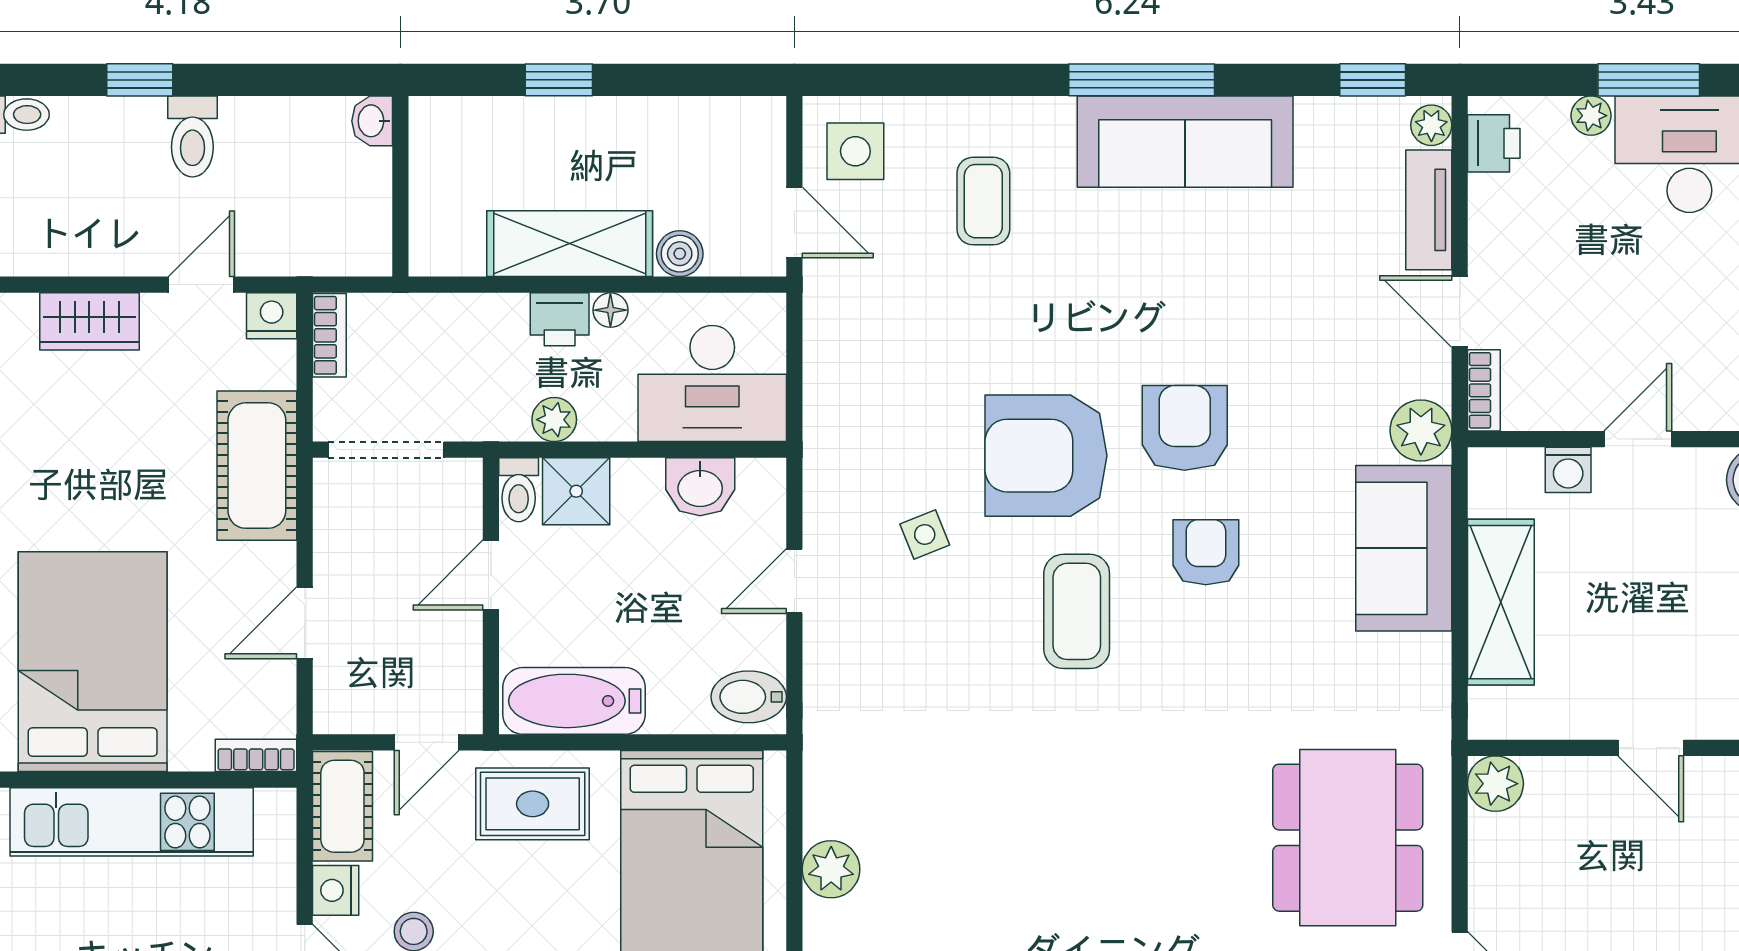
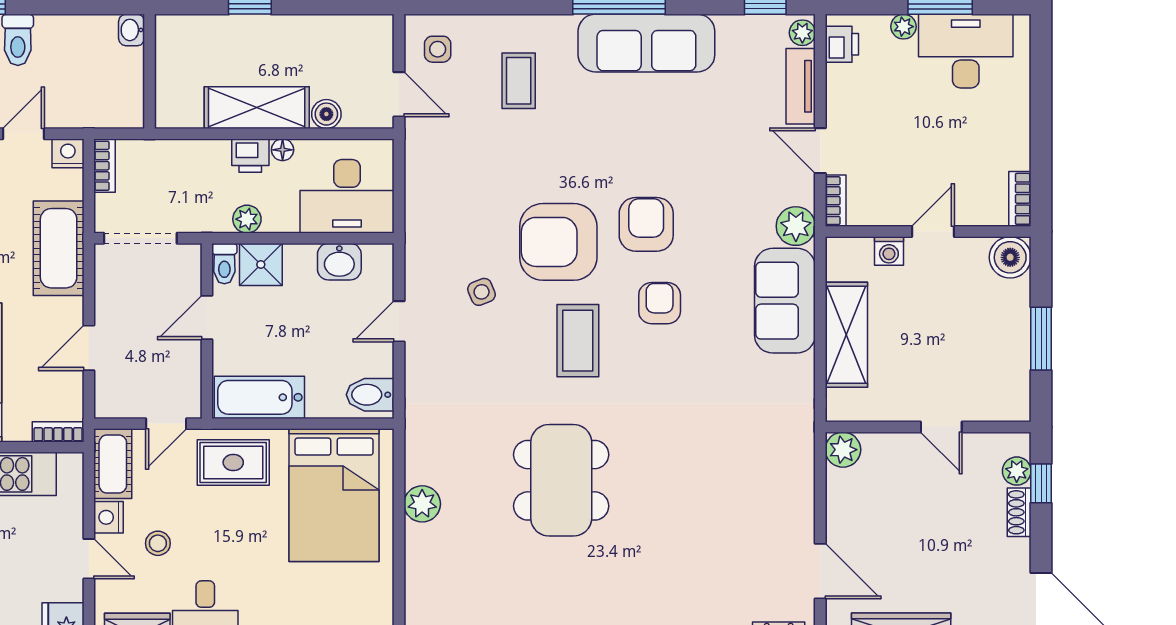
side table: (855, 151) -> (438, 49), width x0.73, depth x0.73
dining table: (1348, 838) -> (561, 480), moved

